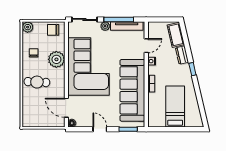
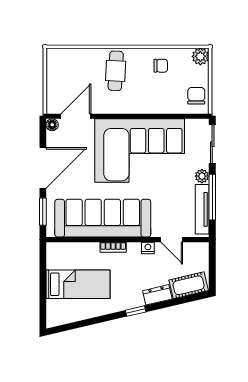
plant: (56, 59) -> (151, 101), removed
door: (100, 129) -> (43, 168), width x1.88

